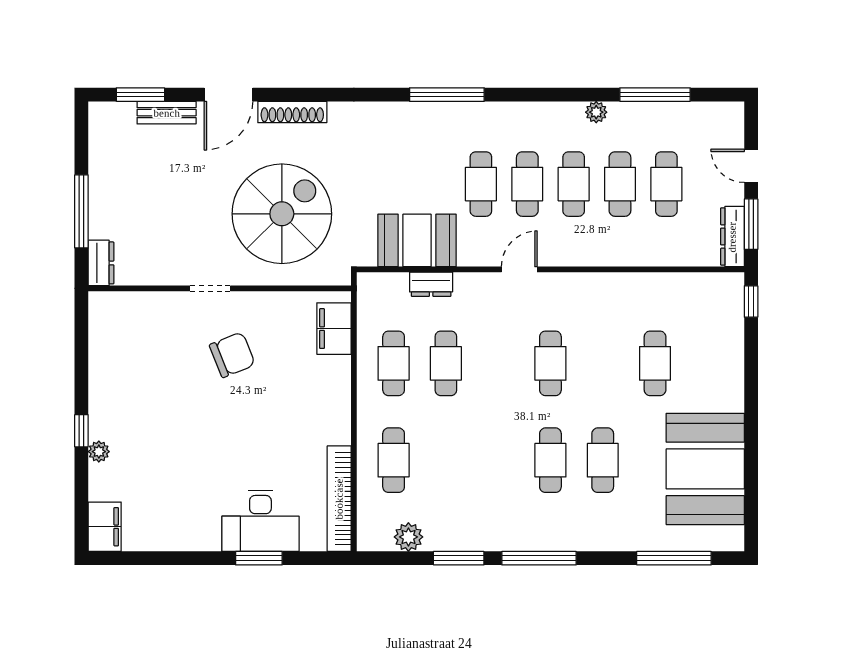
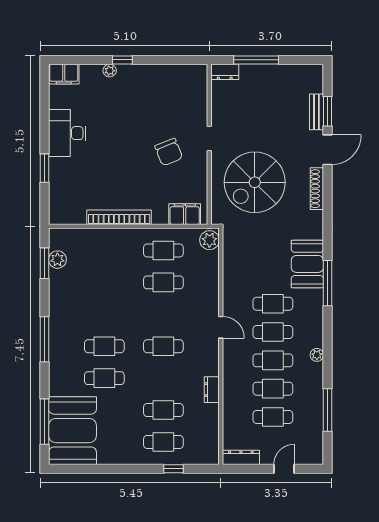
window: (141, 95) -> (327, 111), moved
door: (229, 95) -> (327, 150), swing flipped
plant: (596, 112) -> (317, 355), moved
spiral stairs: (282, 214) -> (255, 182), turned 90
window: (751, 224) -> (248, 469), removed
booth: (417, 240) -> (307, 264), moved
dresser: (431, 284) -> (212, 390), moved
plant: (377, 288) -> (209, 240), added
window: (751, 301) -> (173, 469), moved
cafe table: (394, 460) -> (163, 442), moved
booth: (705, 469) -> (72, 431), moved, turned 90
bookcase: (339, 499) -> (119, 217), moved
desk: (260, 521) -> (67, 133), moved
window: (459, 558) -> (45, 263), moved

